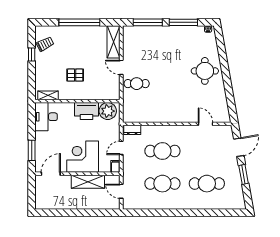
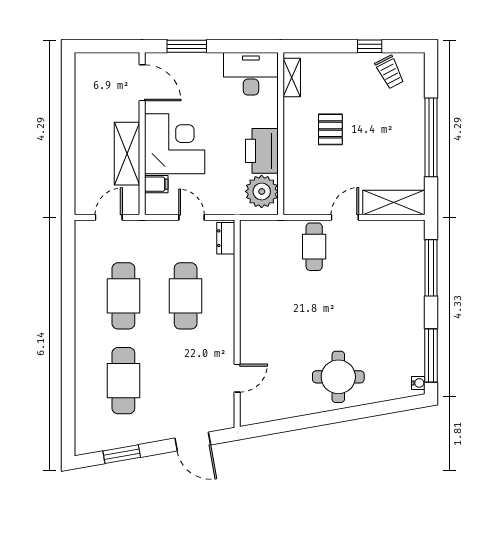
window: (183, 22) -> (431, 355), moved
filing cabinet: (115, 166) -> (156, 184), moved
window: (244, 174) -> (122, 454), moved

